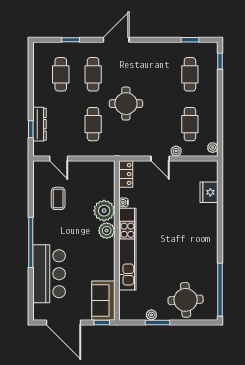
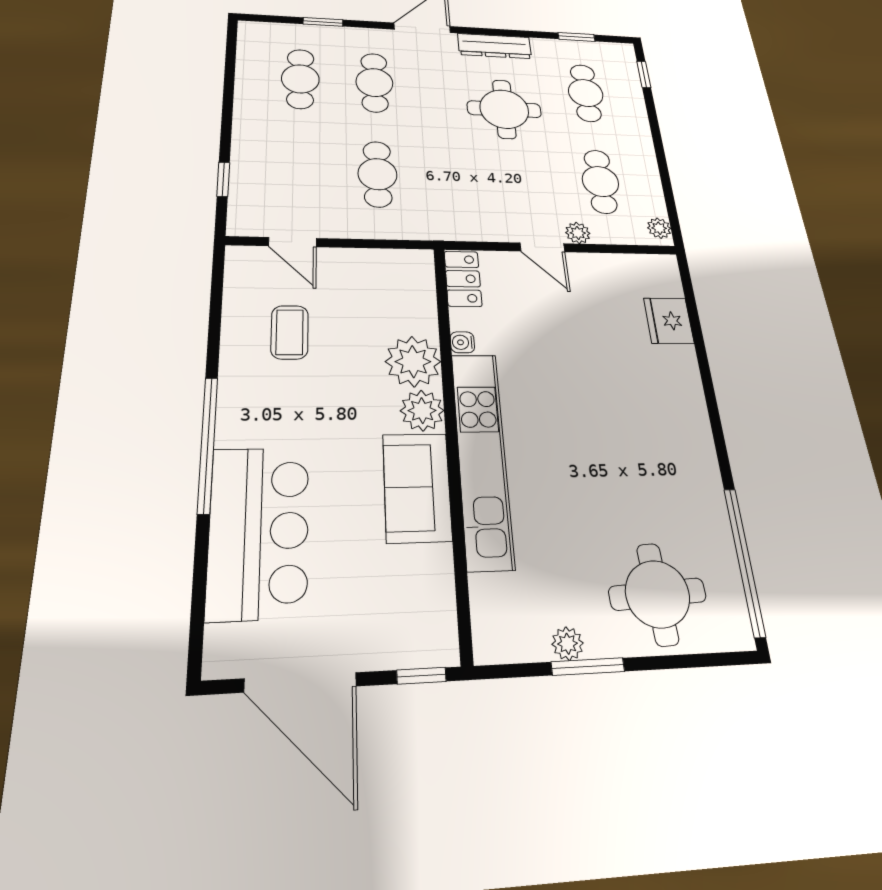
round table: (126, 104) -> (504, 109), moved
dresser: (39, 124) -> (495, 46), moved, turned 90
sofa: (103, 301) -> (417, 487), moved

